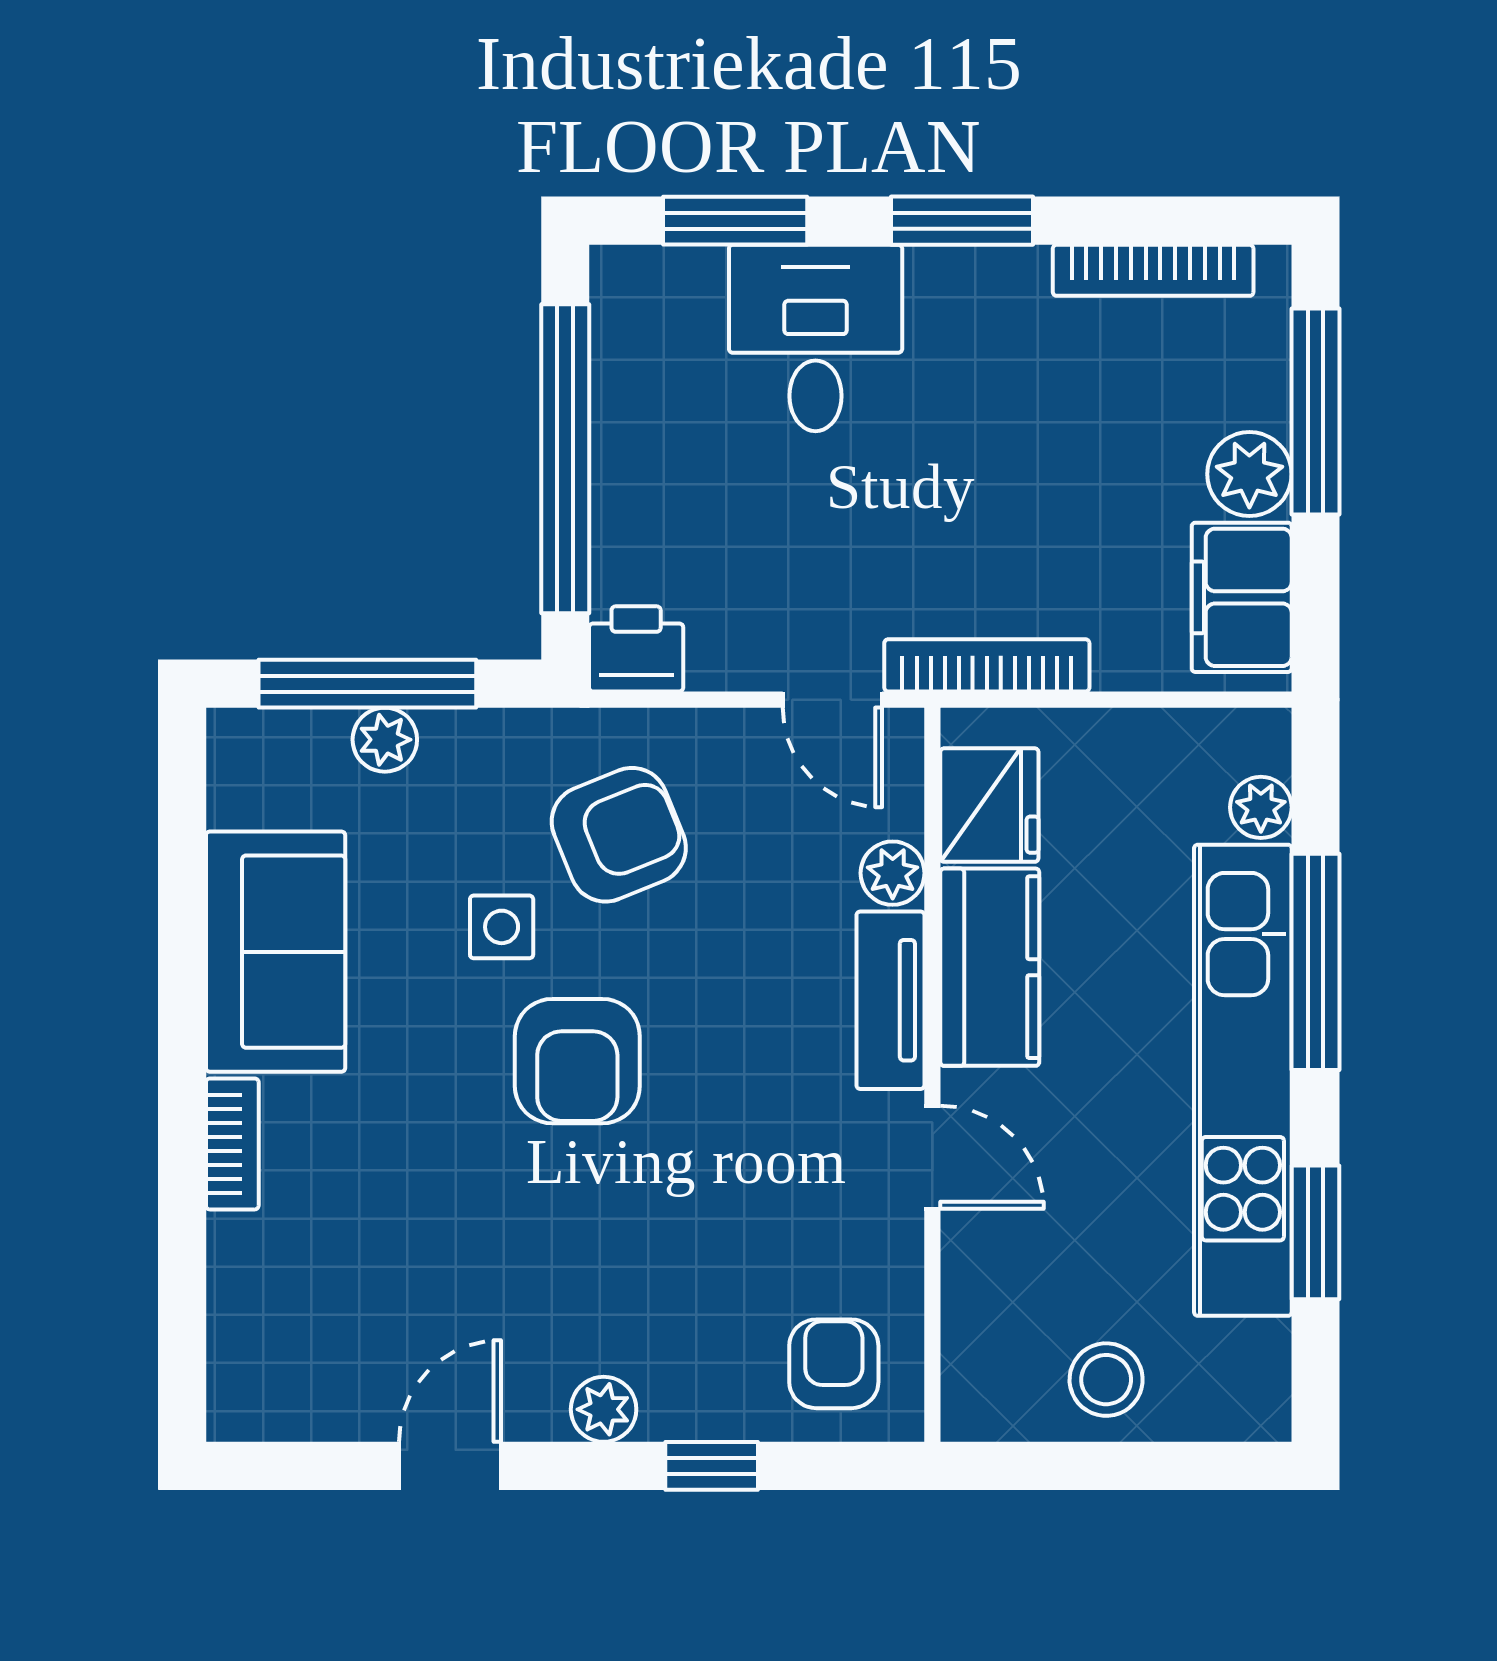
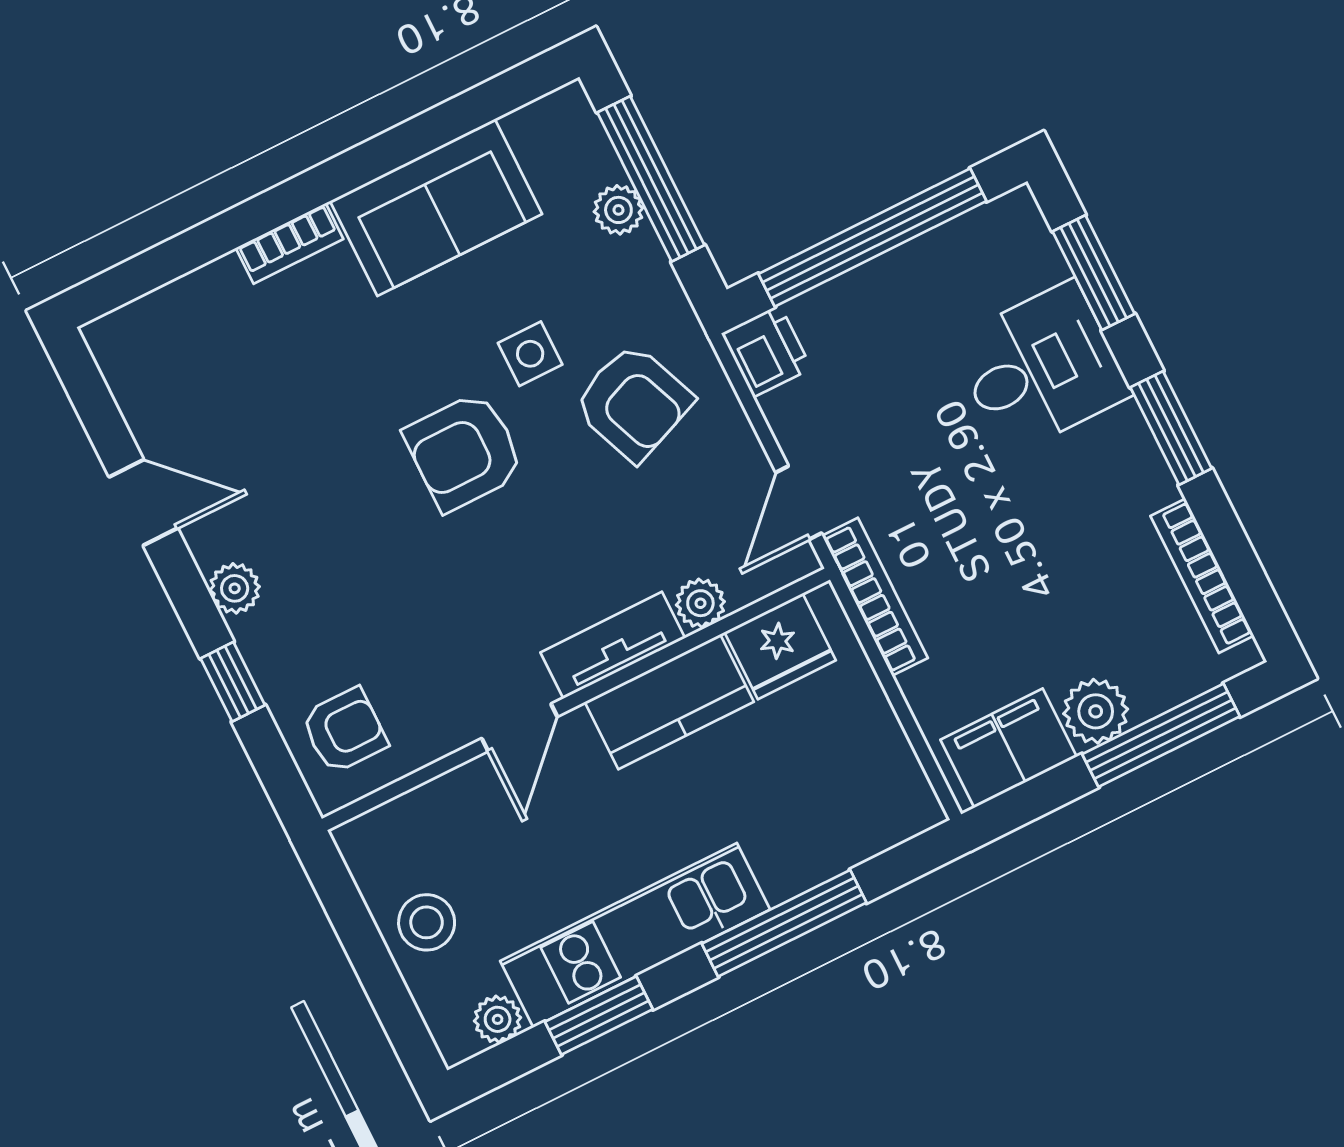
plant: (1261, 807) -> (498, 1019), moved
kitchen unit: (1243, 1080) -> (635, 935), width x0.73

